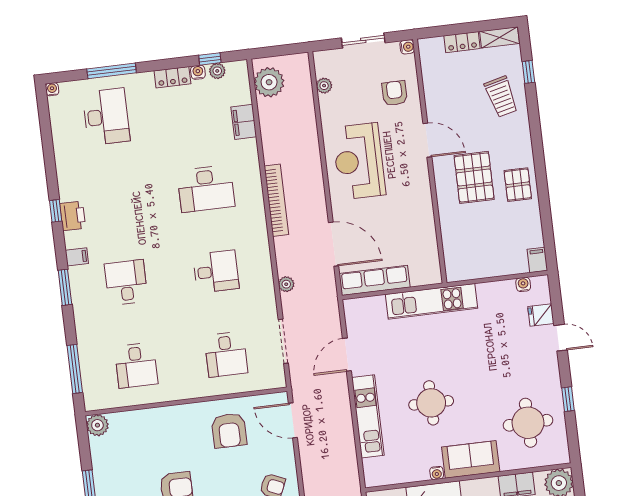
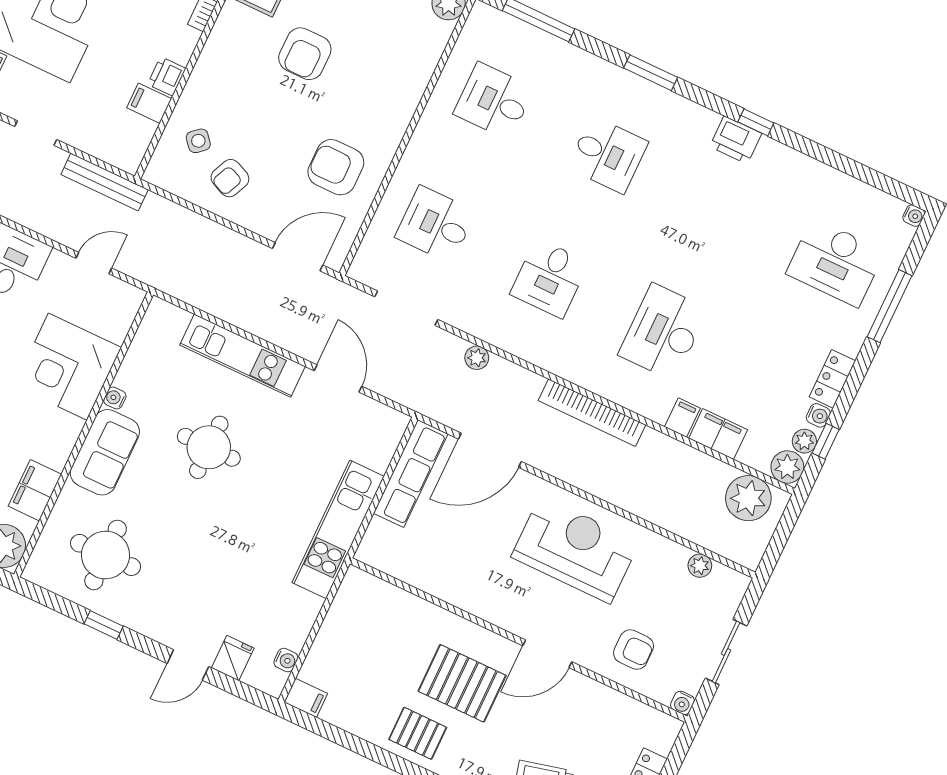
plant: (238, 71) -> (787, 467), added
filing cabinet: (77, 257) -> (682, 418), moved, turned 180

